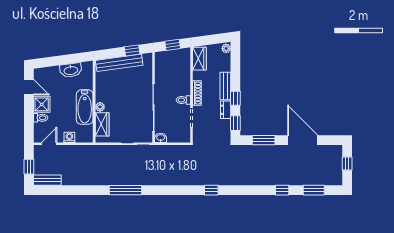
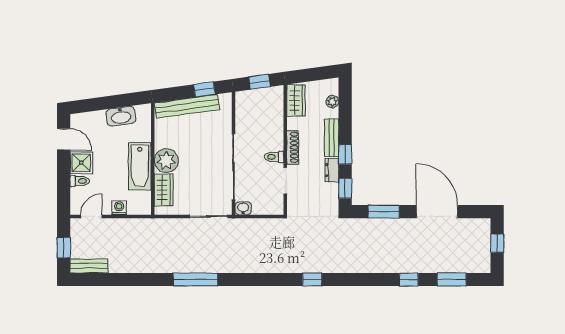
plant: (226, 48) -> (332, 102), moved
plant: (100, 107) -> (166, 161), width x1.88, depth x1.88

